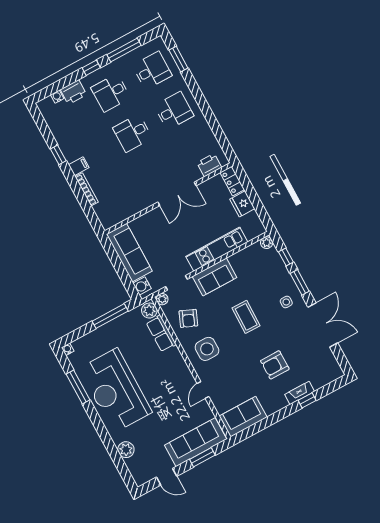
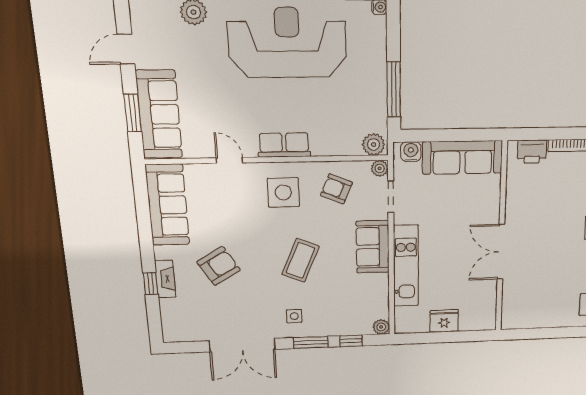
printer: (209, 165) -> (532, 152), moved, turned 90
locker: (232, 181) -> (478, 322), removed
coffee table: (246, 317) -> (300, 260), turned -68
row of seats: (161, 334) -> (284, 145), moved
armchair: (275, 365) -> (219, 266), turned 59
sofa: (243, 417) -> (167, 205), width x1.36

